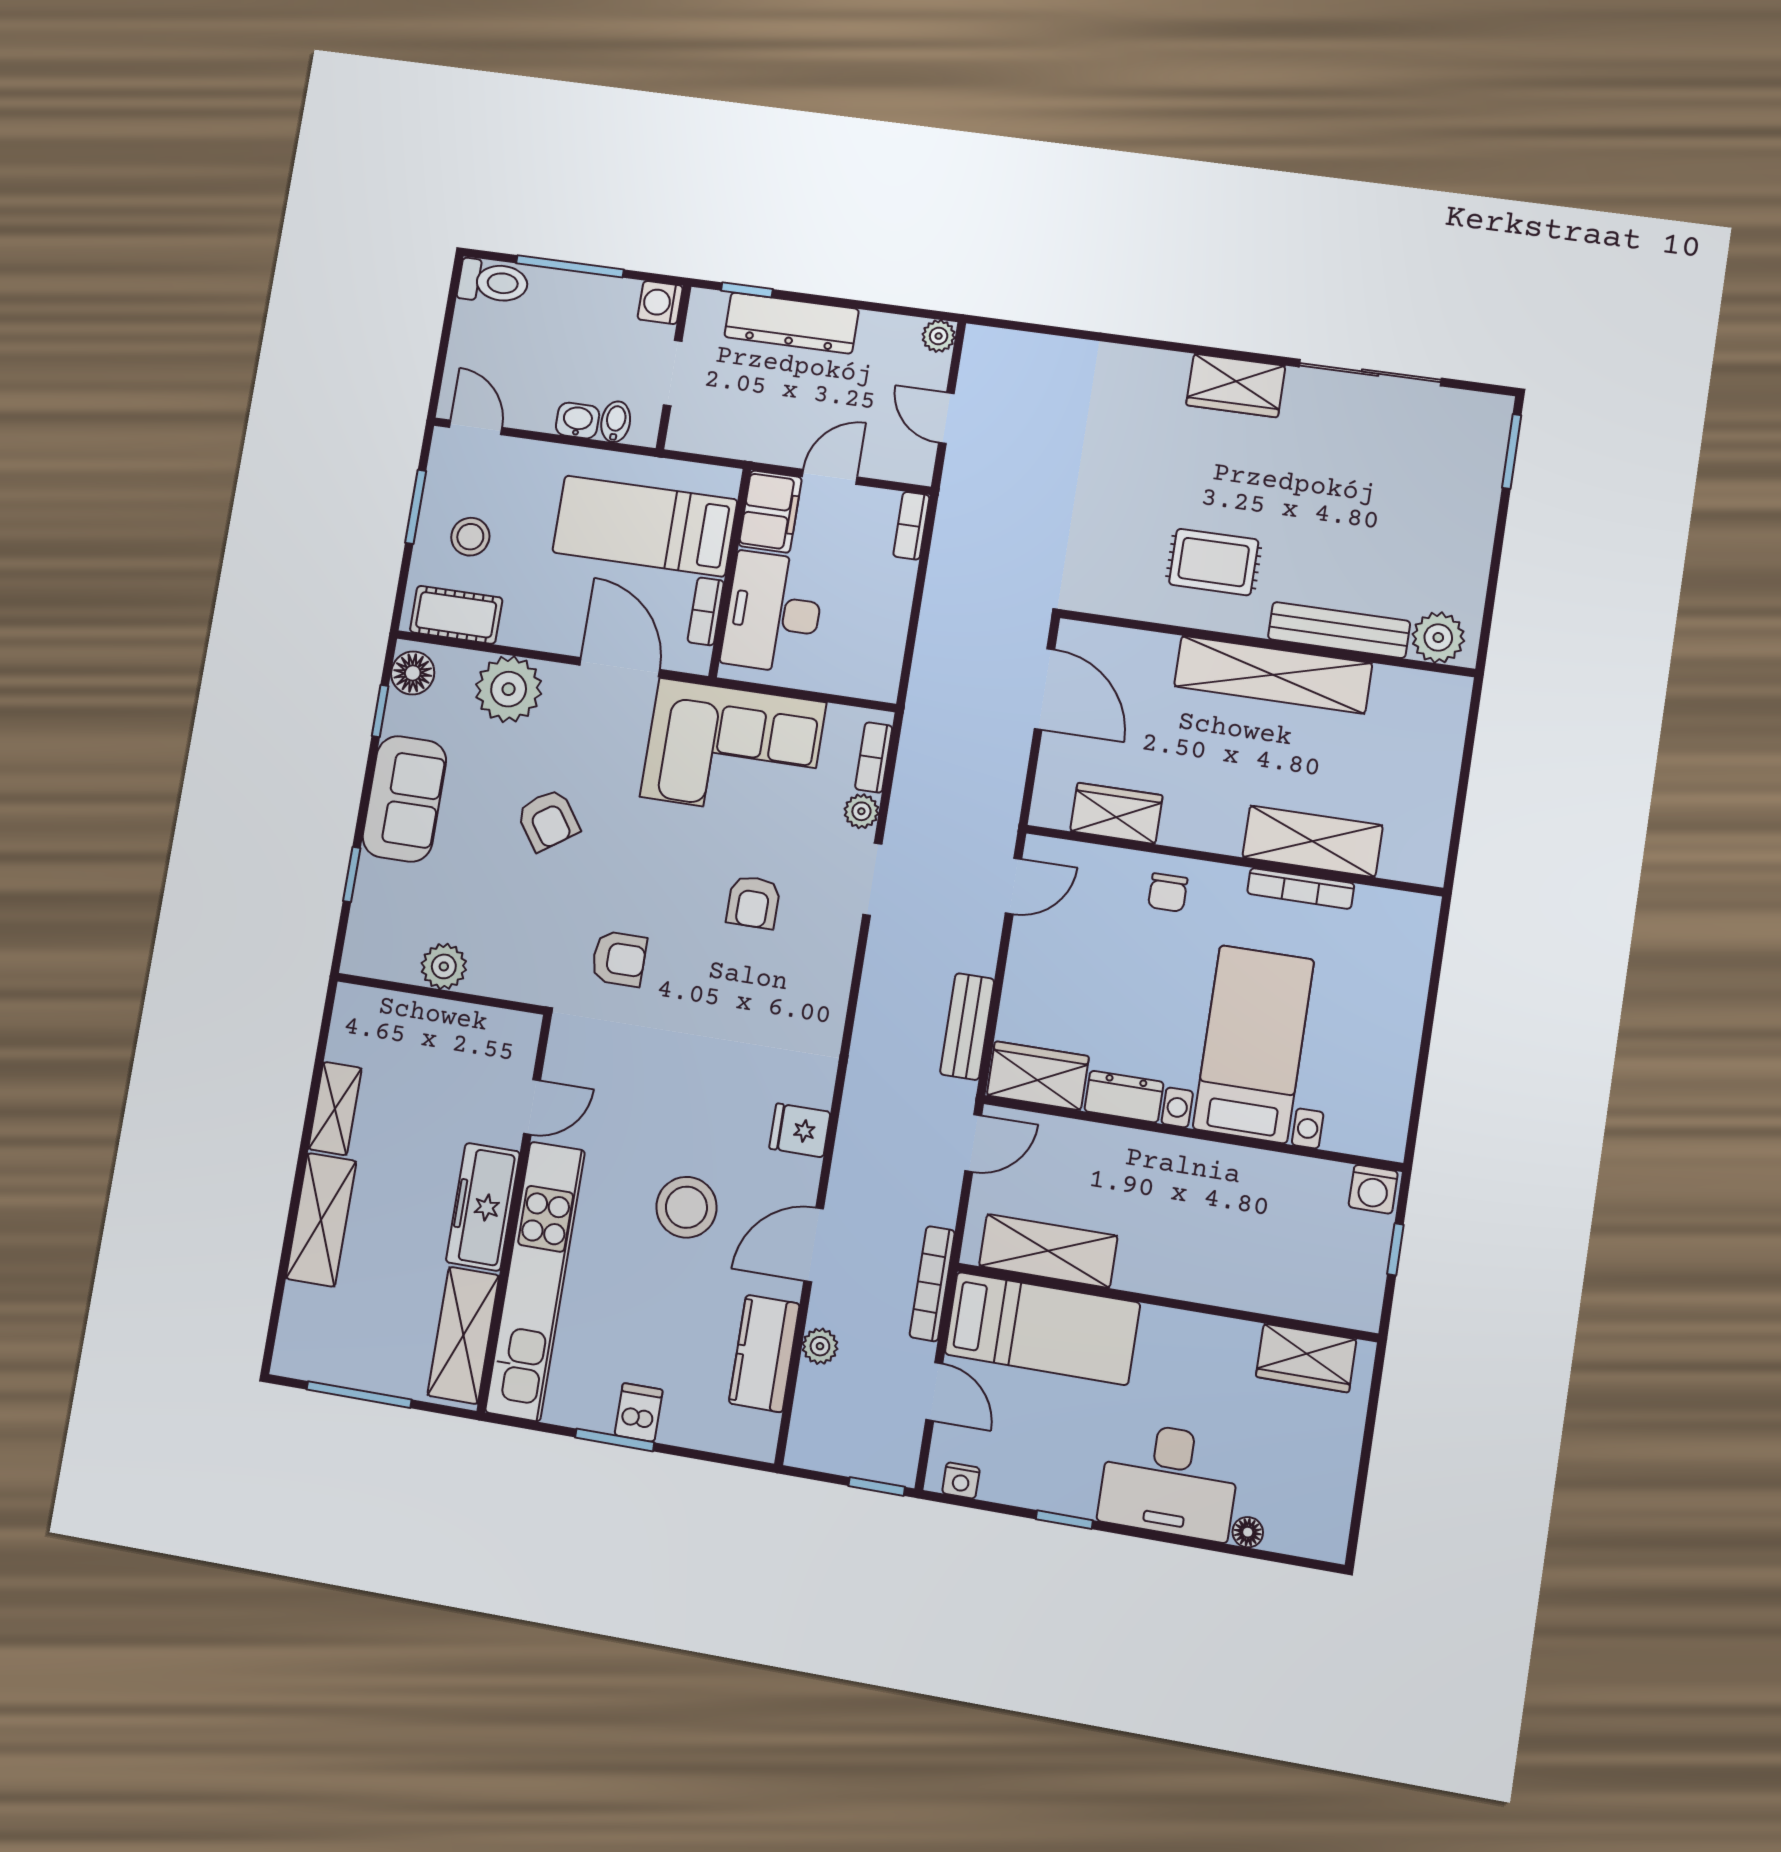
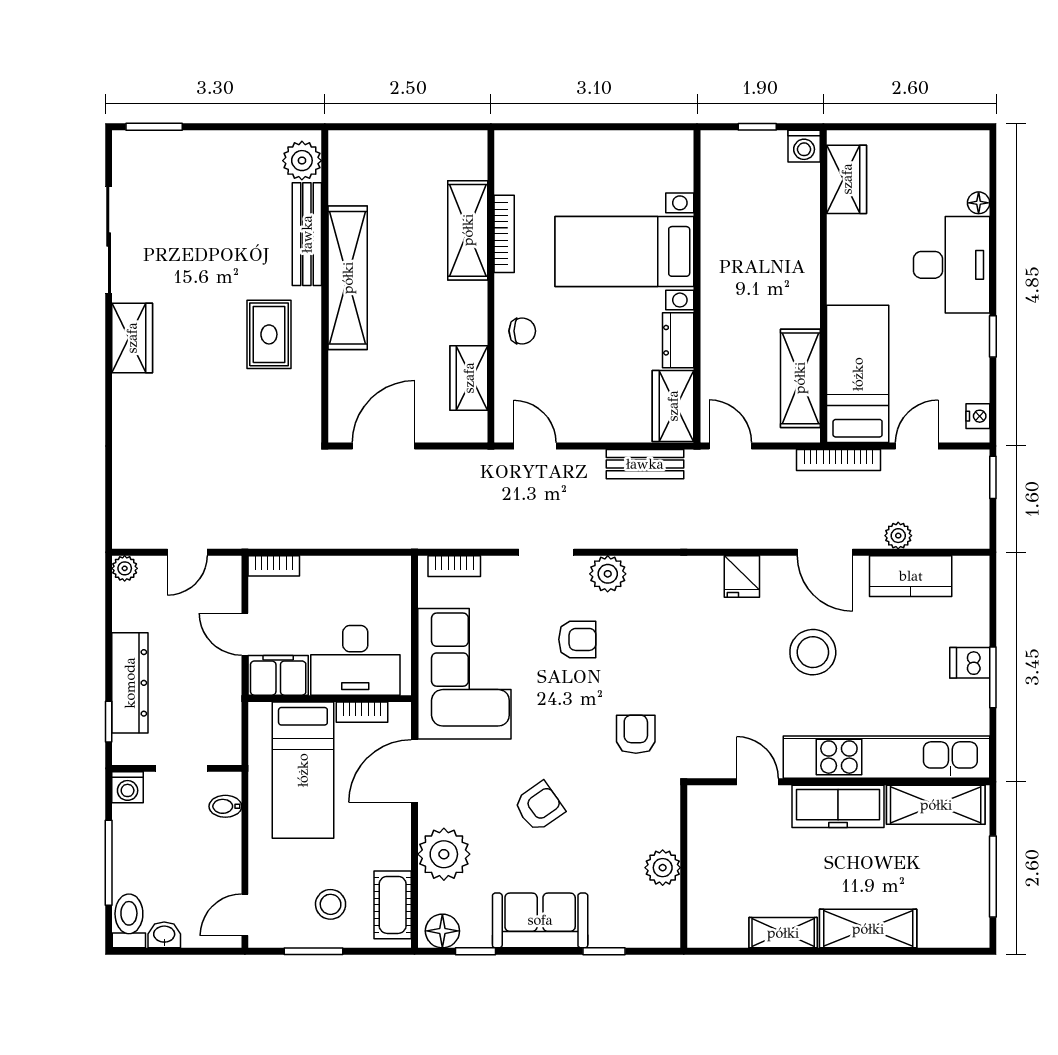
washbasin: (578, 421) -> (164, 935), moved, turned 90
plant: (861, 811) -> (608, 574), moved, width x1.38, depth x1.38
washing machine: (1373, 1189) -> (804, 146), moved, turned 90

